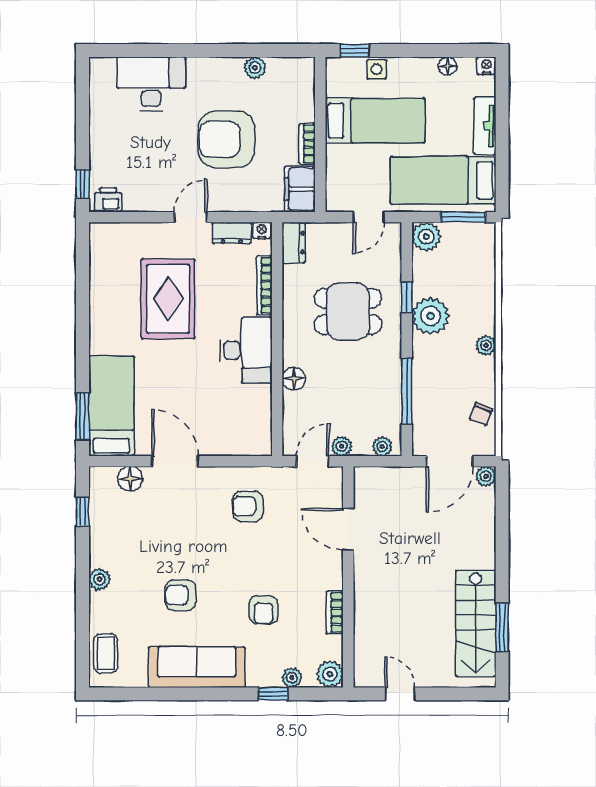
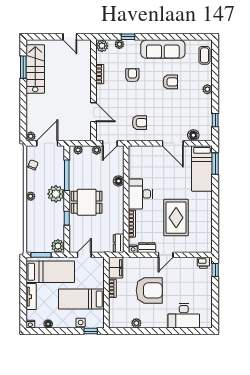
dining table: (348, 311) -> (87, 202), moved
plant: (430, 316) -> (56, 194), moved

